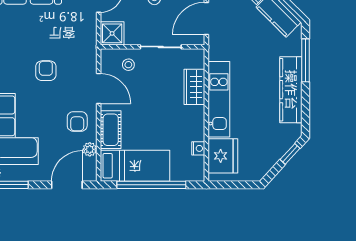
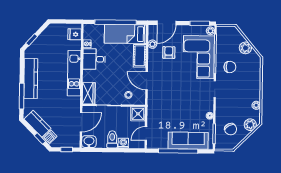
armchair: (46, 71) -> (178, 92), removed
wardrobe: (194, 87) -> (89, 93), moved
armchair: (77, 121) -> (169, 53), moved
desk: (186, 123) -> (94, 59), added
fridge: (223, 156) -> (75, 34), width x0.53, depth x0.75

